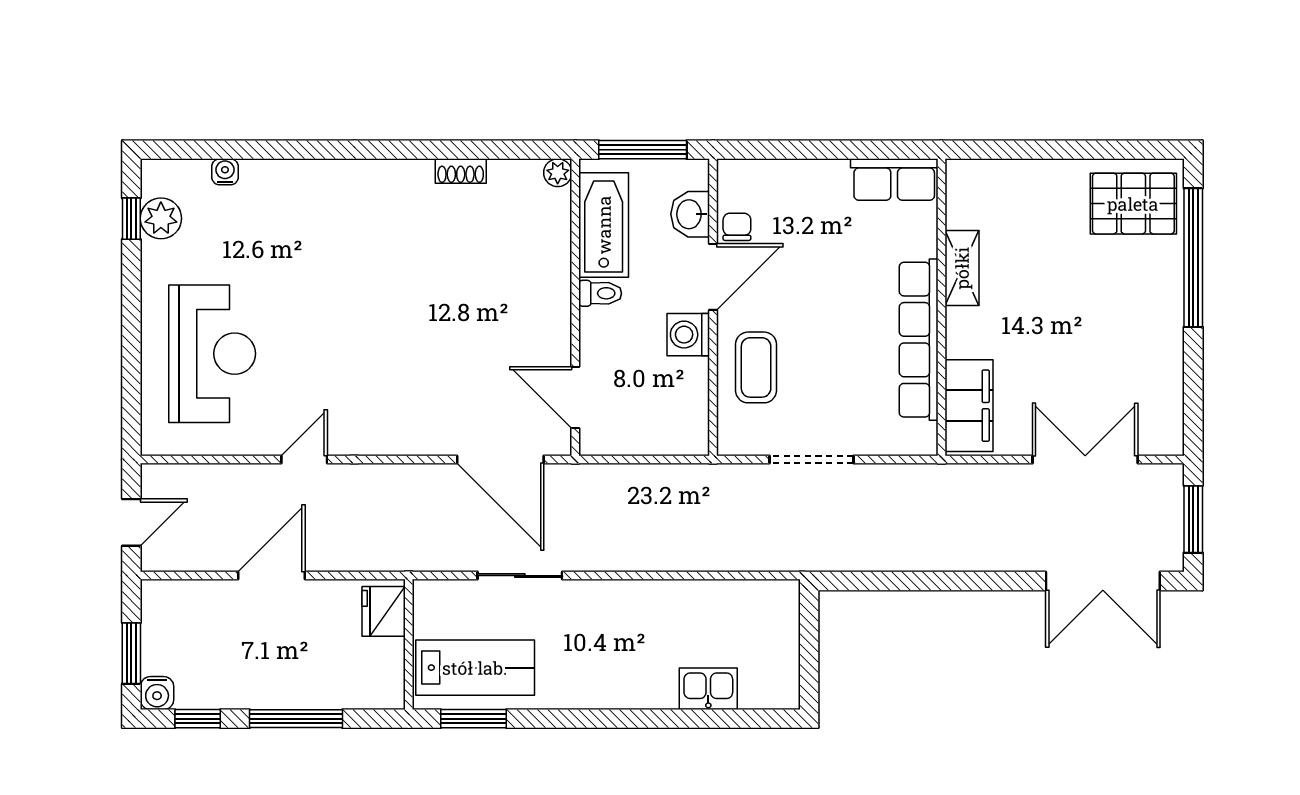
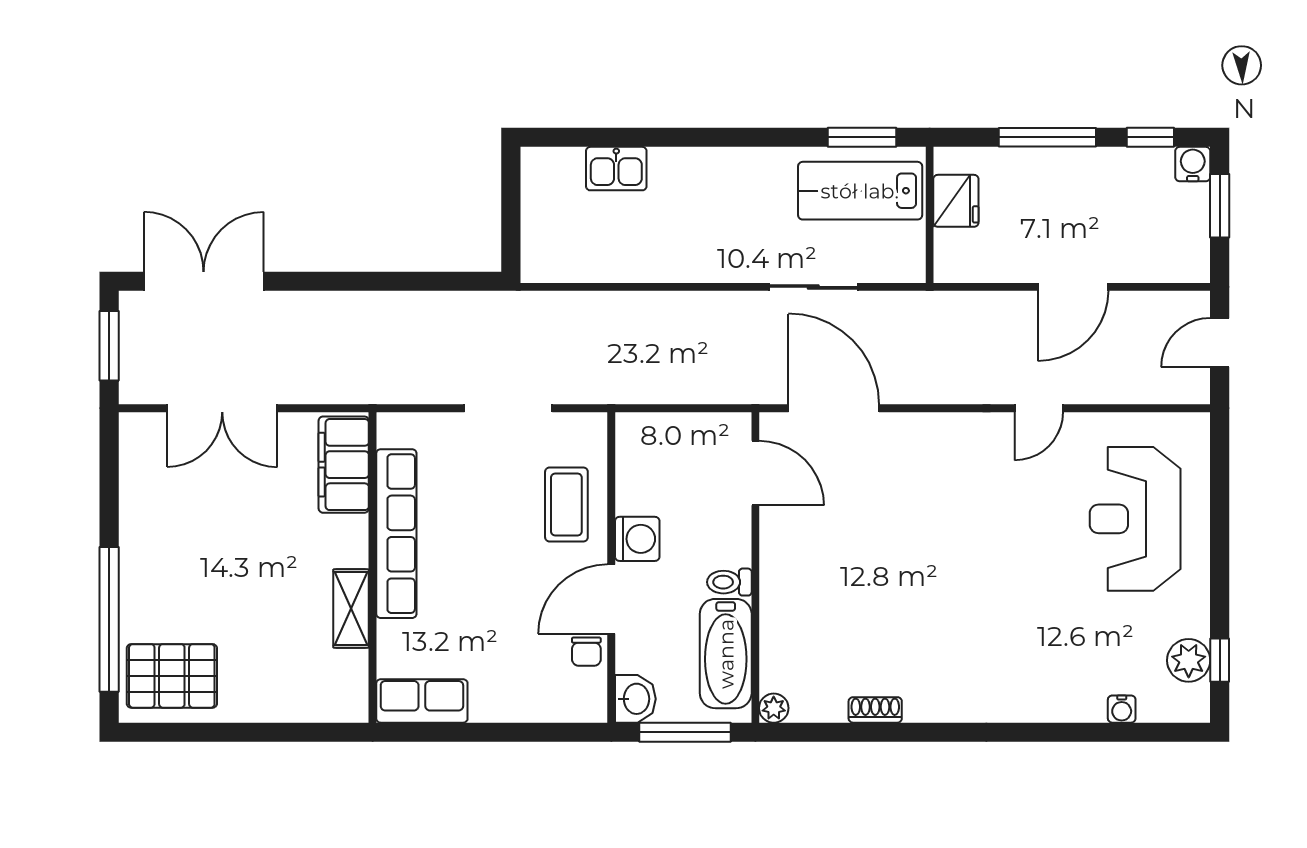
washbasin: (690, 214) -> (635, 699), moved
fridge: (384, 611) -> (956, 201), moved

